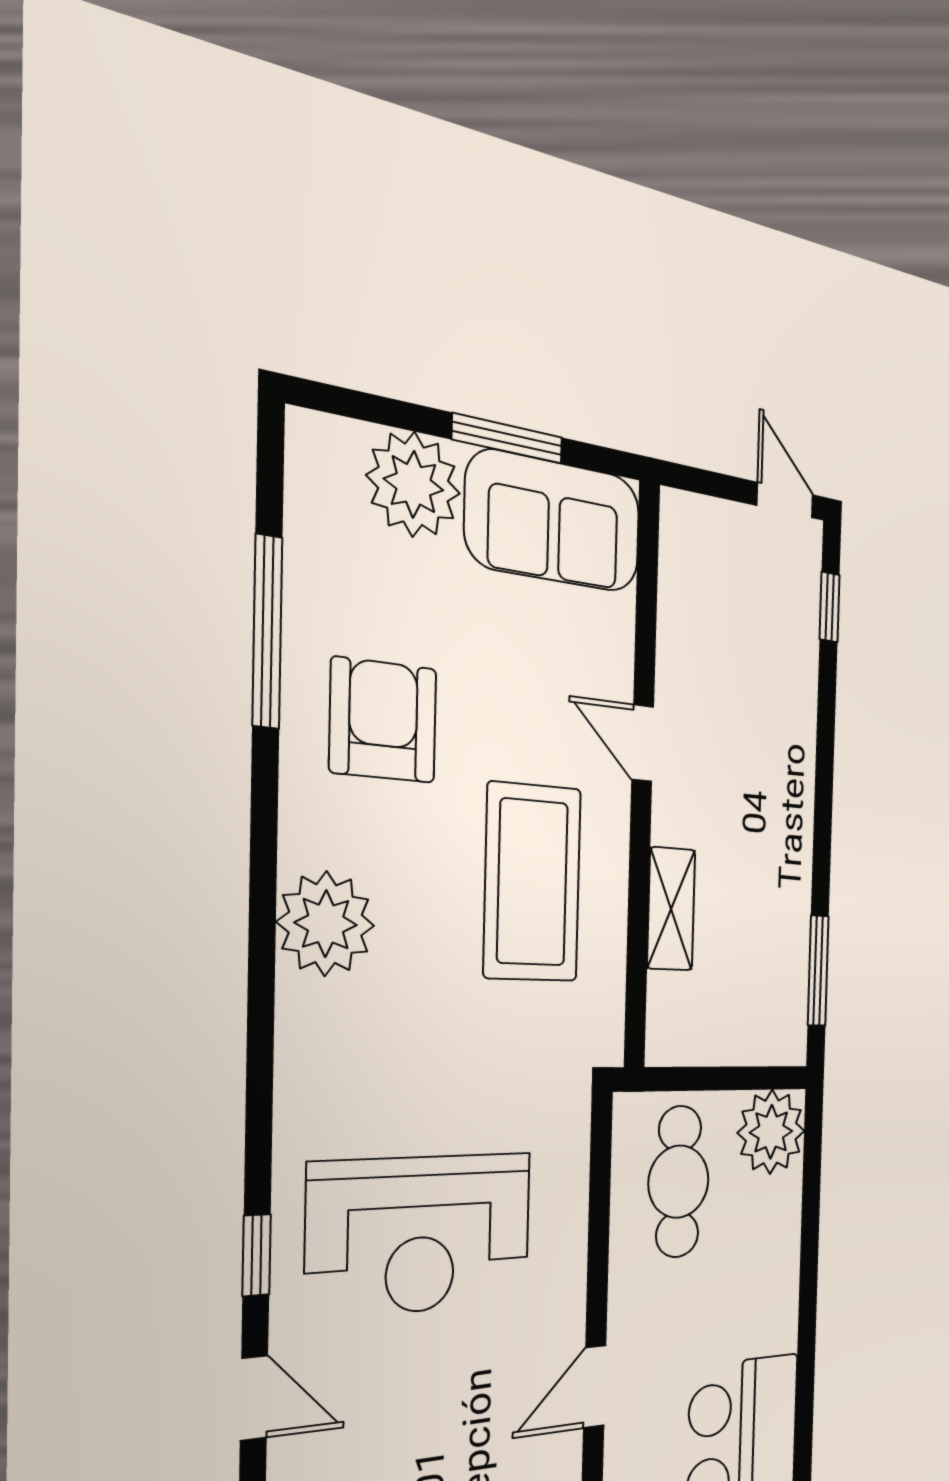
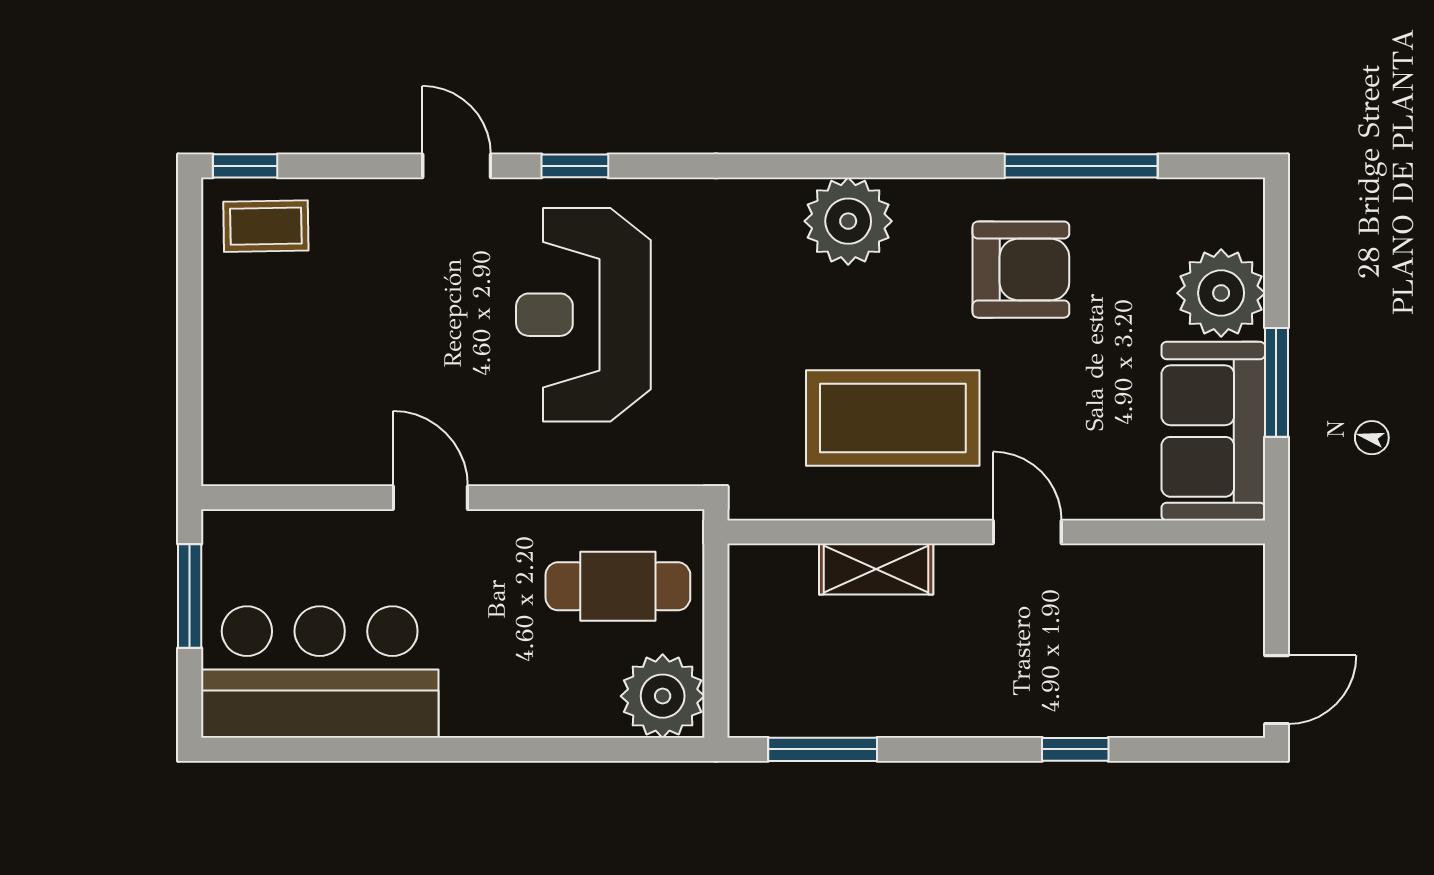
window: (830, 607) -> (1075, 749), moved
door: (643, 743) -> (1027, 532), hinge flipped
door: (254, 1398) -> (457, 166), swing flipped

